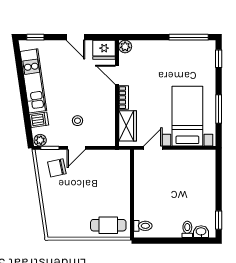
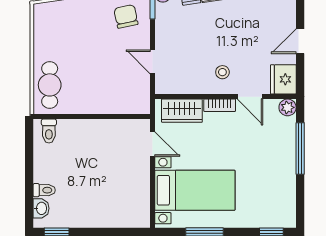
window: (189, 37) -> (300, 149), moved
door: (117, 75) -> (250, 97), swing flipped
stool: (78, 121) -> (222, 72), moved
door: (76, 148) -> (153, 62), moved

